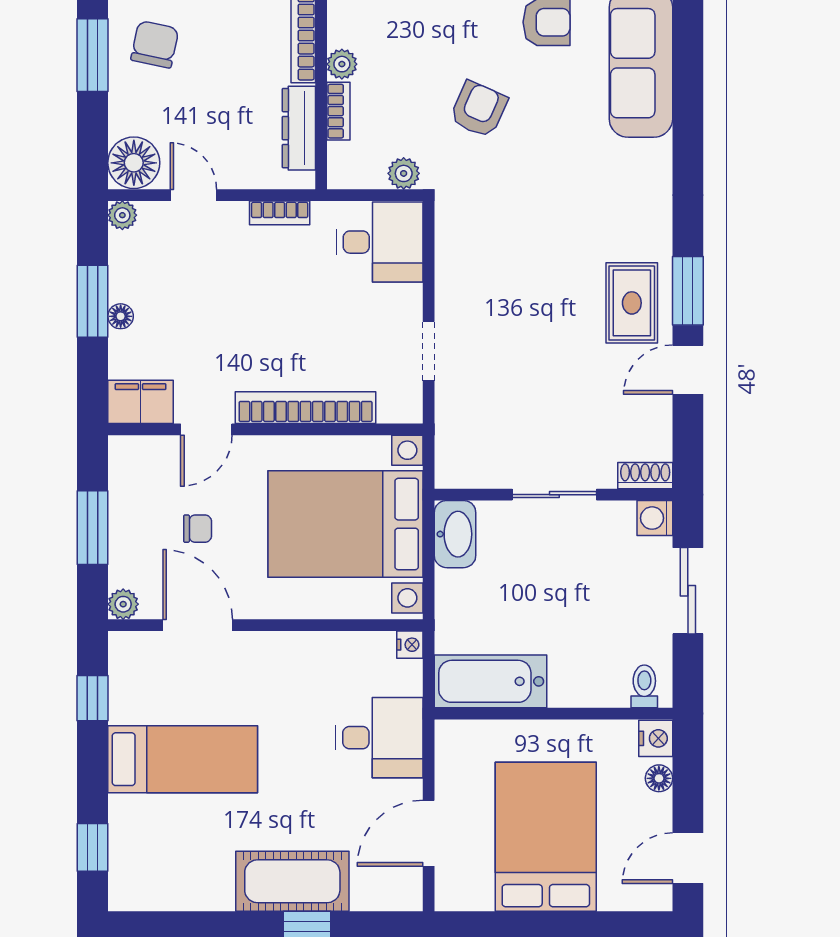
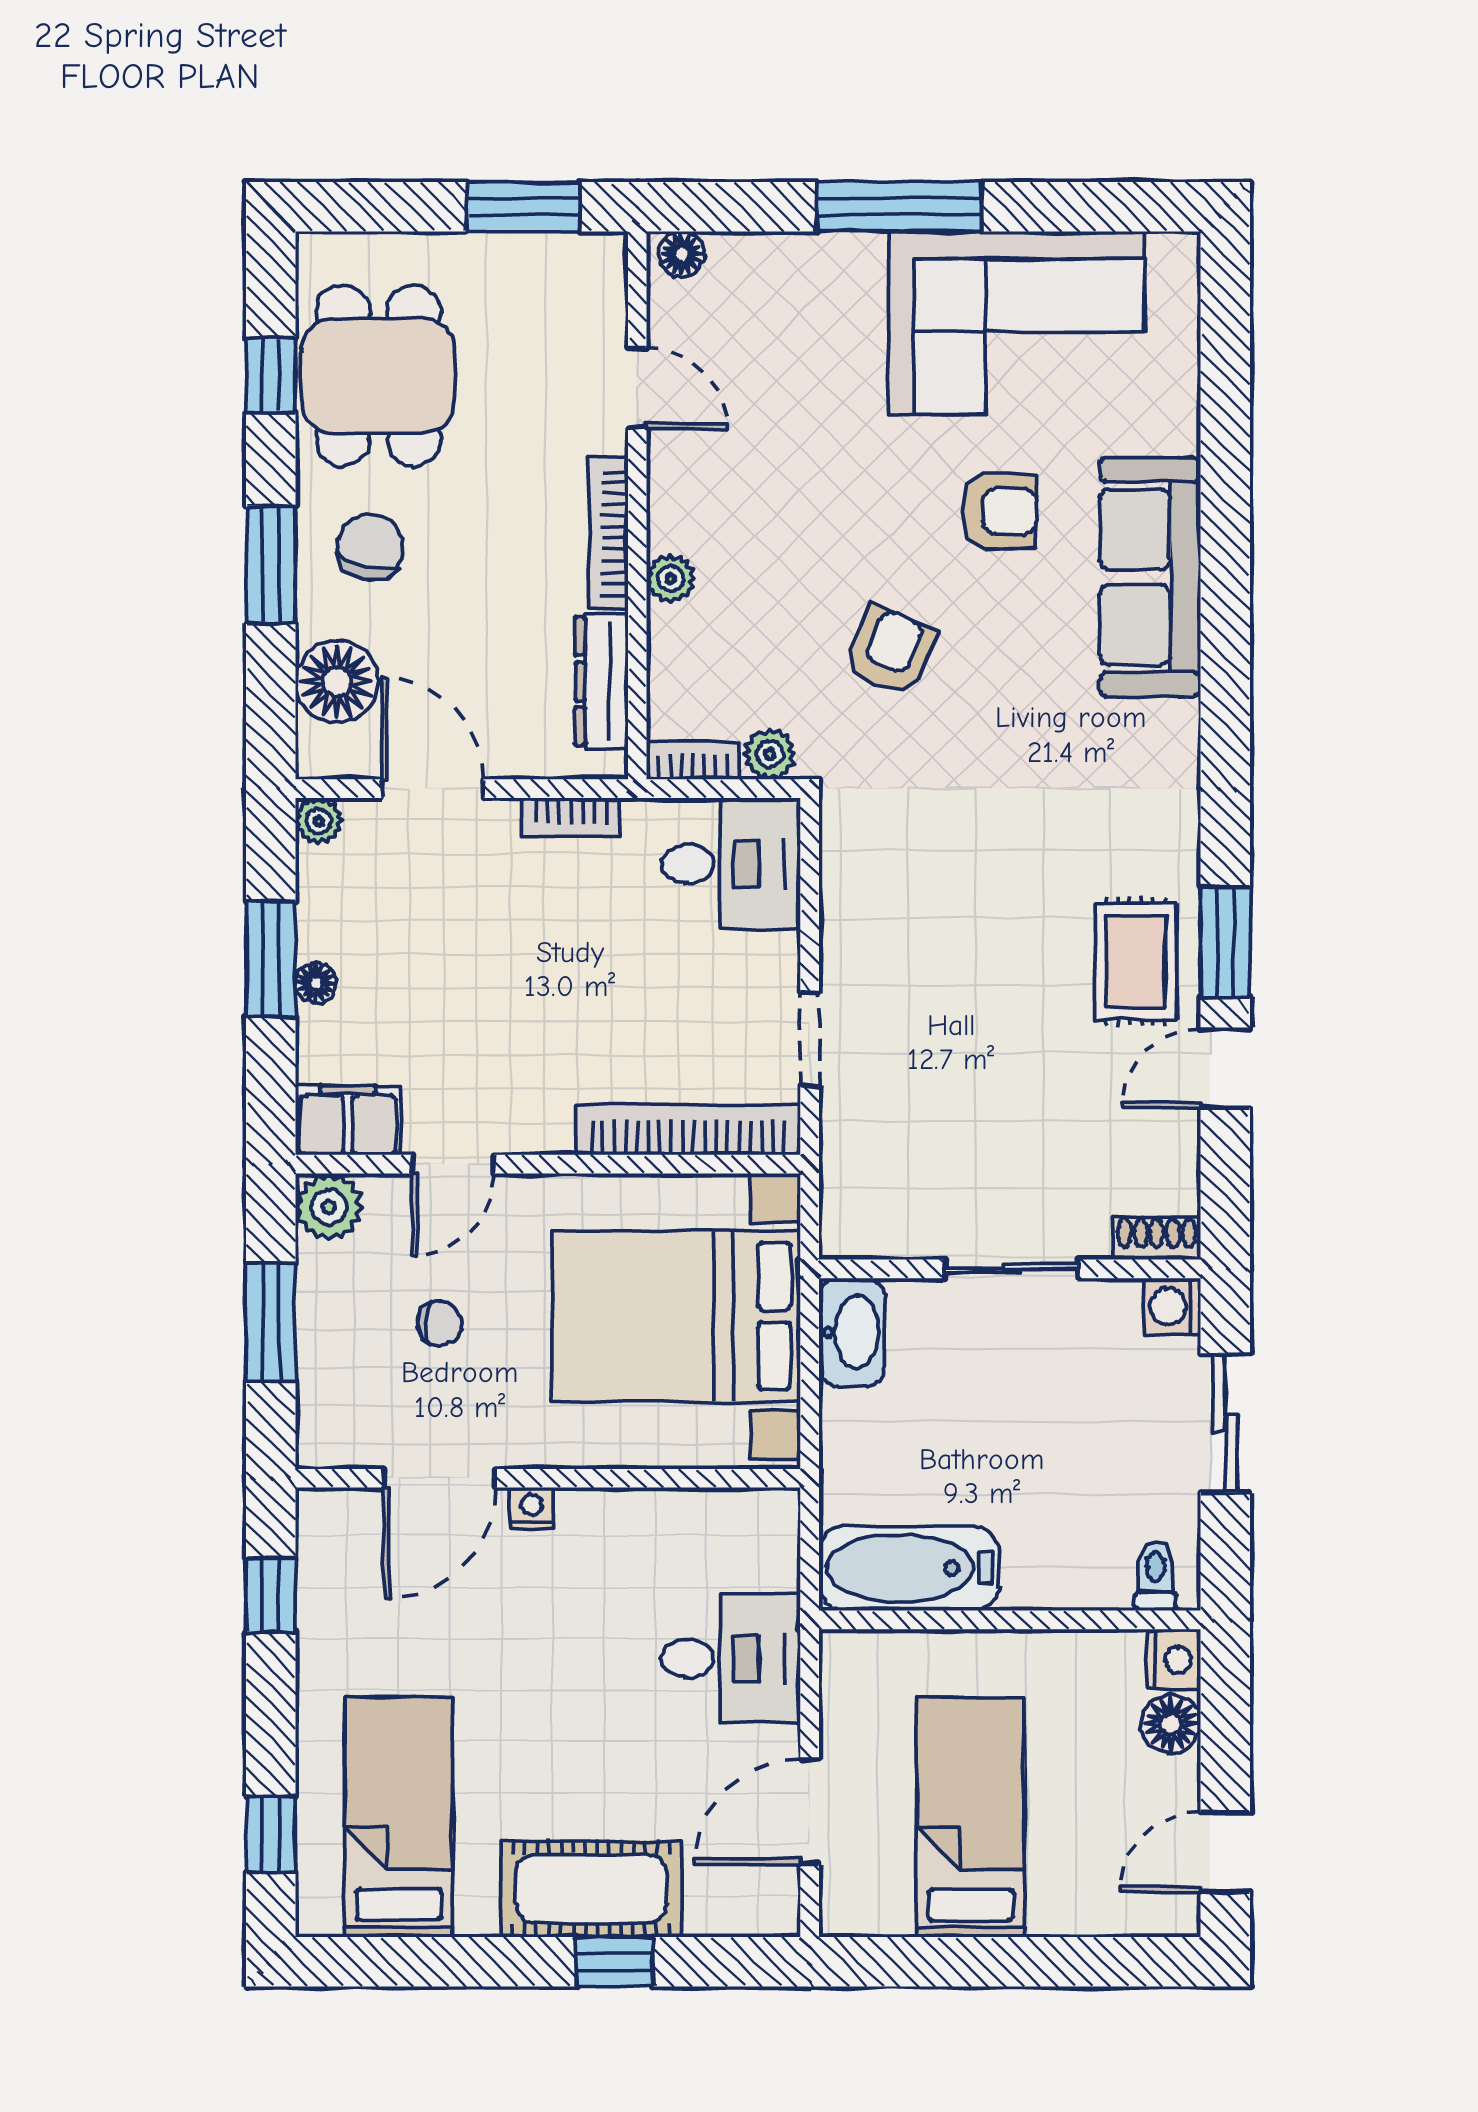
bookcase: (338, 111) -> (693, 761), moved, turned -90
floor lamp: (134, 163) -> (337, 682), moved
door: (193, 195) -> (432, 789), width x1.38
bookcase: (306, 408) -> (688, 1129), moved
plant: (123, 604) -> (329, 1207), moved, width x1.38, depth x1.38
door: (198, 625) -> (439, 1478), swing flipped
nightstand: (410, 645) -> (532, 1508), moved, turned -90
bed: (183, 759) -> (399, 1817), moved, turned -90
floor lamp: (659, 778) -> (1171, 1724), width x1.37, depth x1.37
bed: (546, 837) -> (971, 1817), width x0.67

